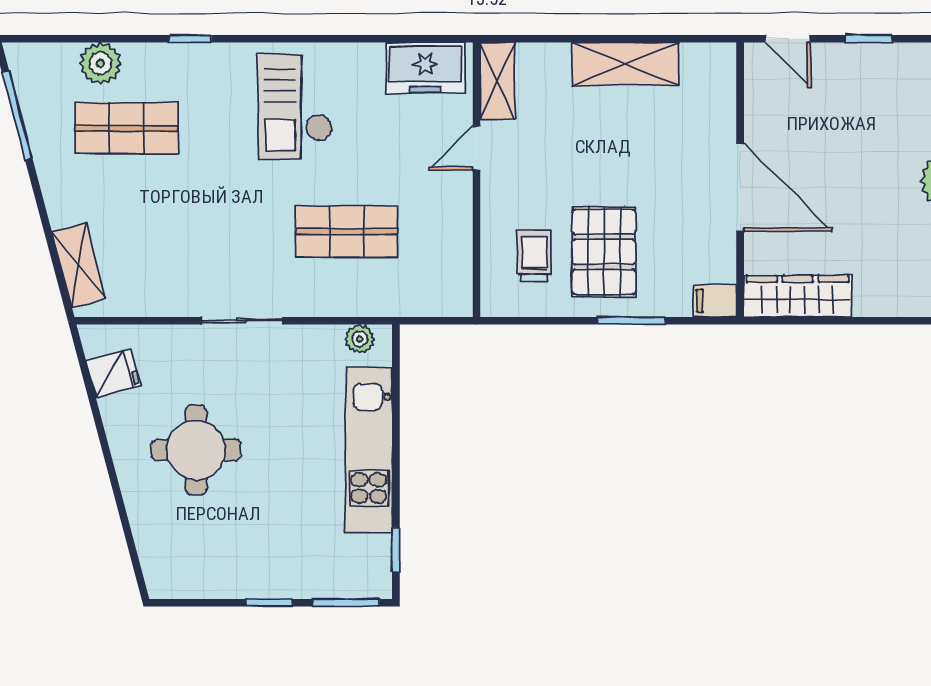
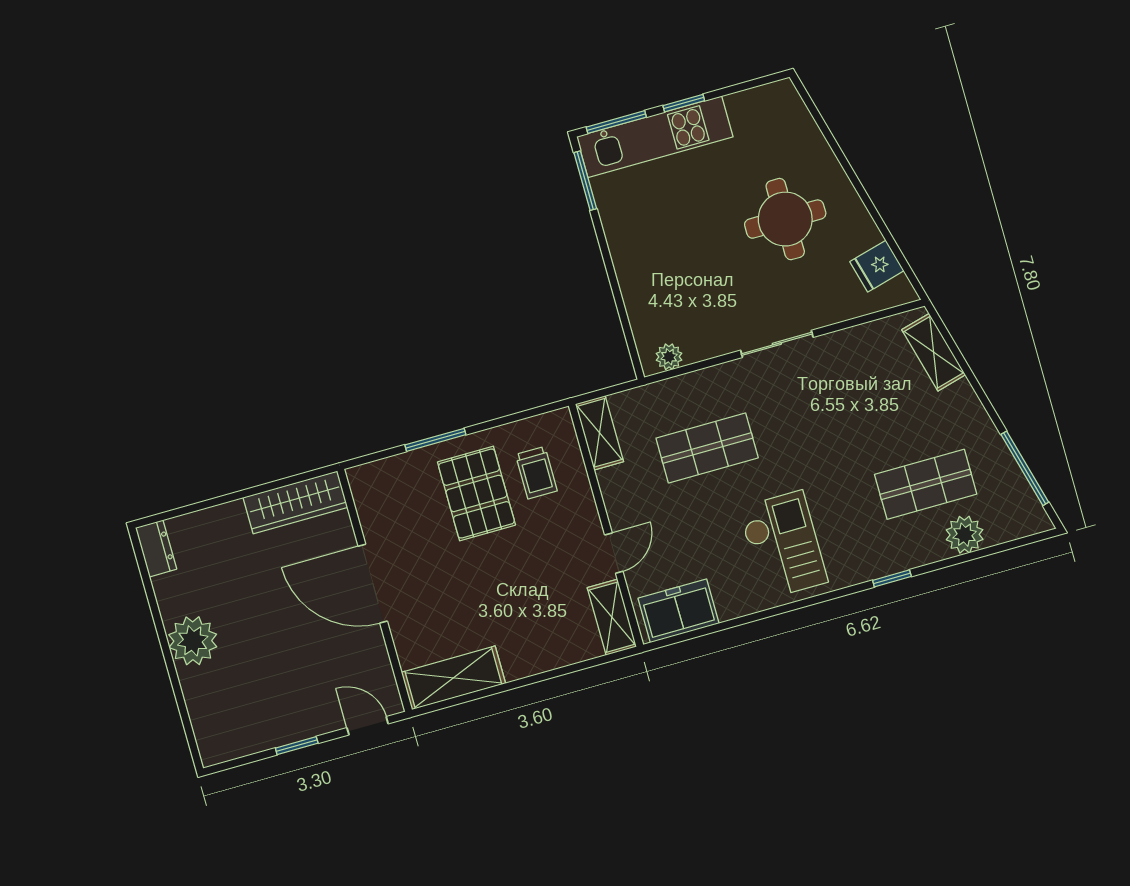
shelving: (625, 64) -> (453, 678), moved
shelving: (456, 279) -> (599, 433), added
filing cabinet: (715, 301) -> (367, 478), removed
kitchen unit: (369, 450) -> (655, 137), moved, turned 90
window: (396, 550) -> (585, 181), width x1.50

